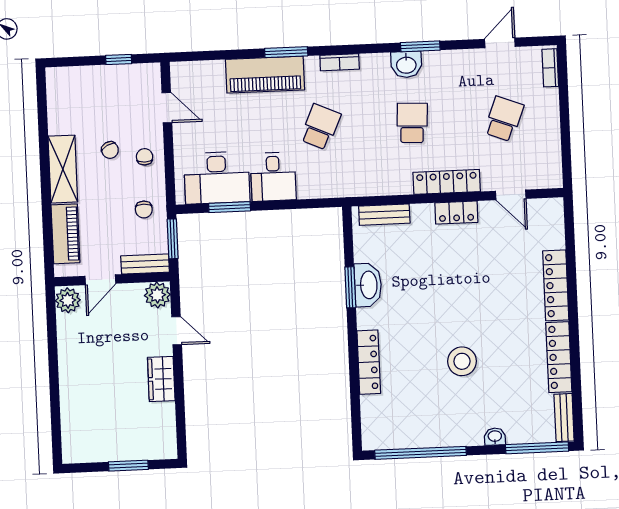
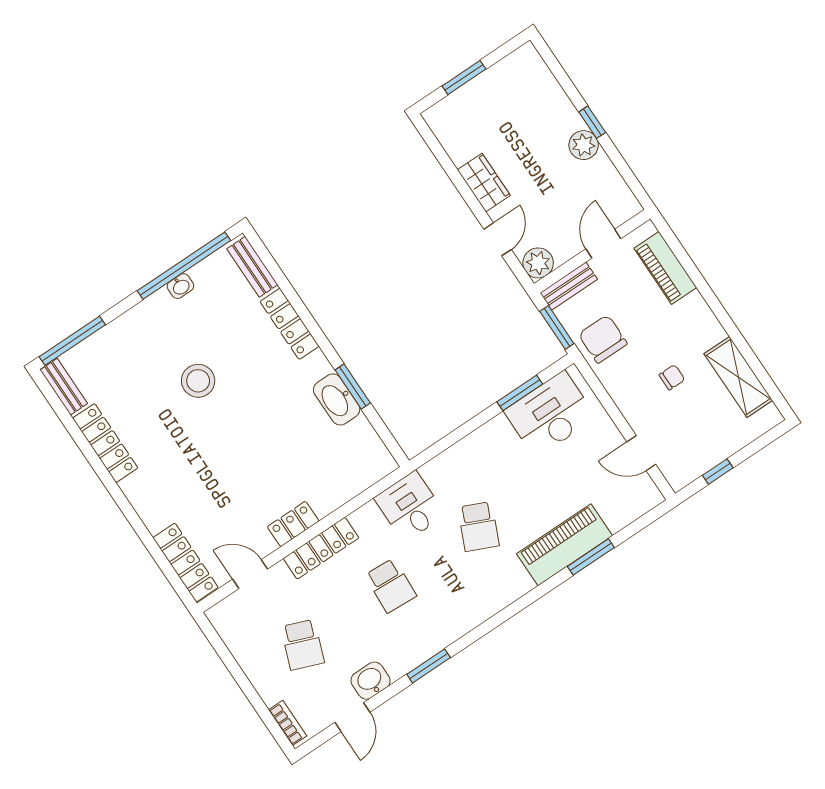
window: (286, 52) -> (591, 557), moved
bookcase: (340, 62) -> (499, 602), removed
washbasin: (406, 64) -> (371, 681), moved
chair: (110, 150) -> (672, 377), turned 119
chair: (145, 157) -> (634, 391), removed
shelving: (63, 169) -> (738, 377), moved
desk: (273, 177) -> (410, 507), moved
chair: (144, 210) -> (603, 339), width x1.87, depth x1.87
bench: (384, 215) -> (252, 267), moved, turned 90
locker: (556, 285) -> (185, 563), moved
plant: (68, 300) -> (584, 145), moved
door: (177, 331) -> (498, 239), swing flipped
window: (54, 375) -> (592, 122), added
washbasin: (495, 437) -> (180, 286), moved

